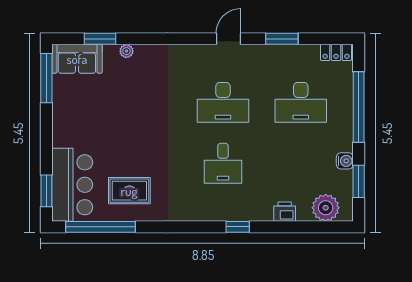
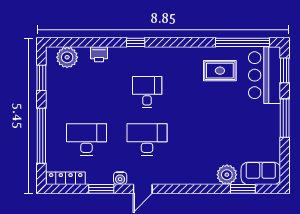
plant: (126, 51) -> (227, 175), width x1.87, depth x1.87
locker: (336, 52) -> (66, 178), width x1.53
window: (46, 78) -> (285, 118), moved
water cooler: (345, 161) -> (120, 178), moved, turned -90

